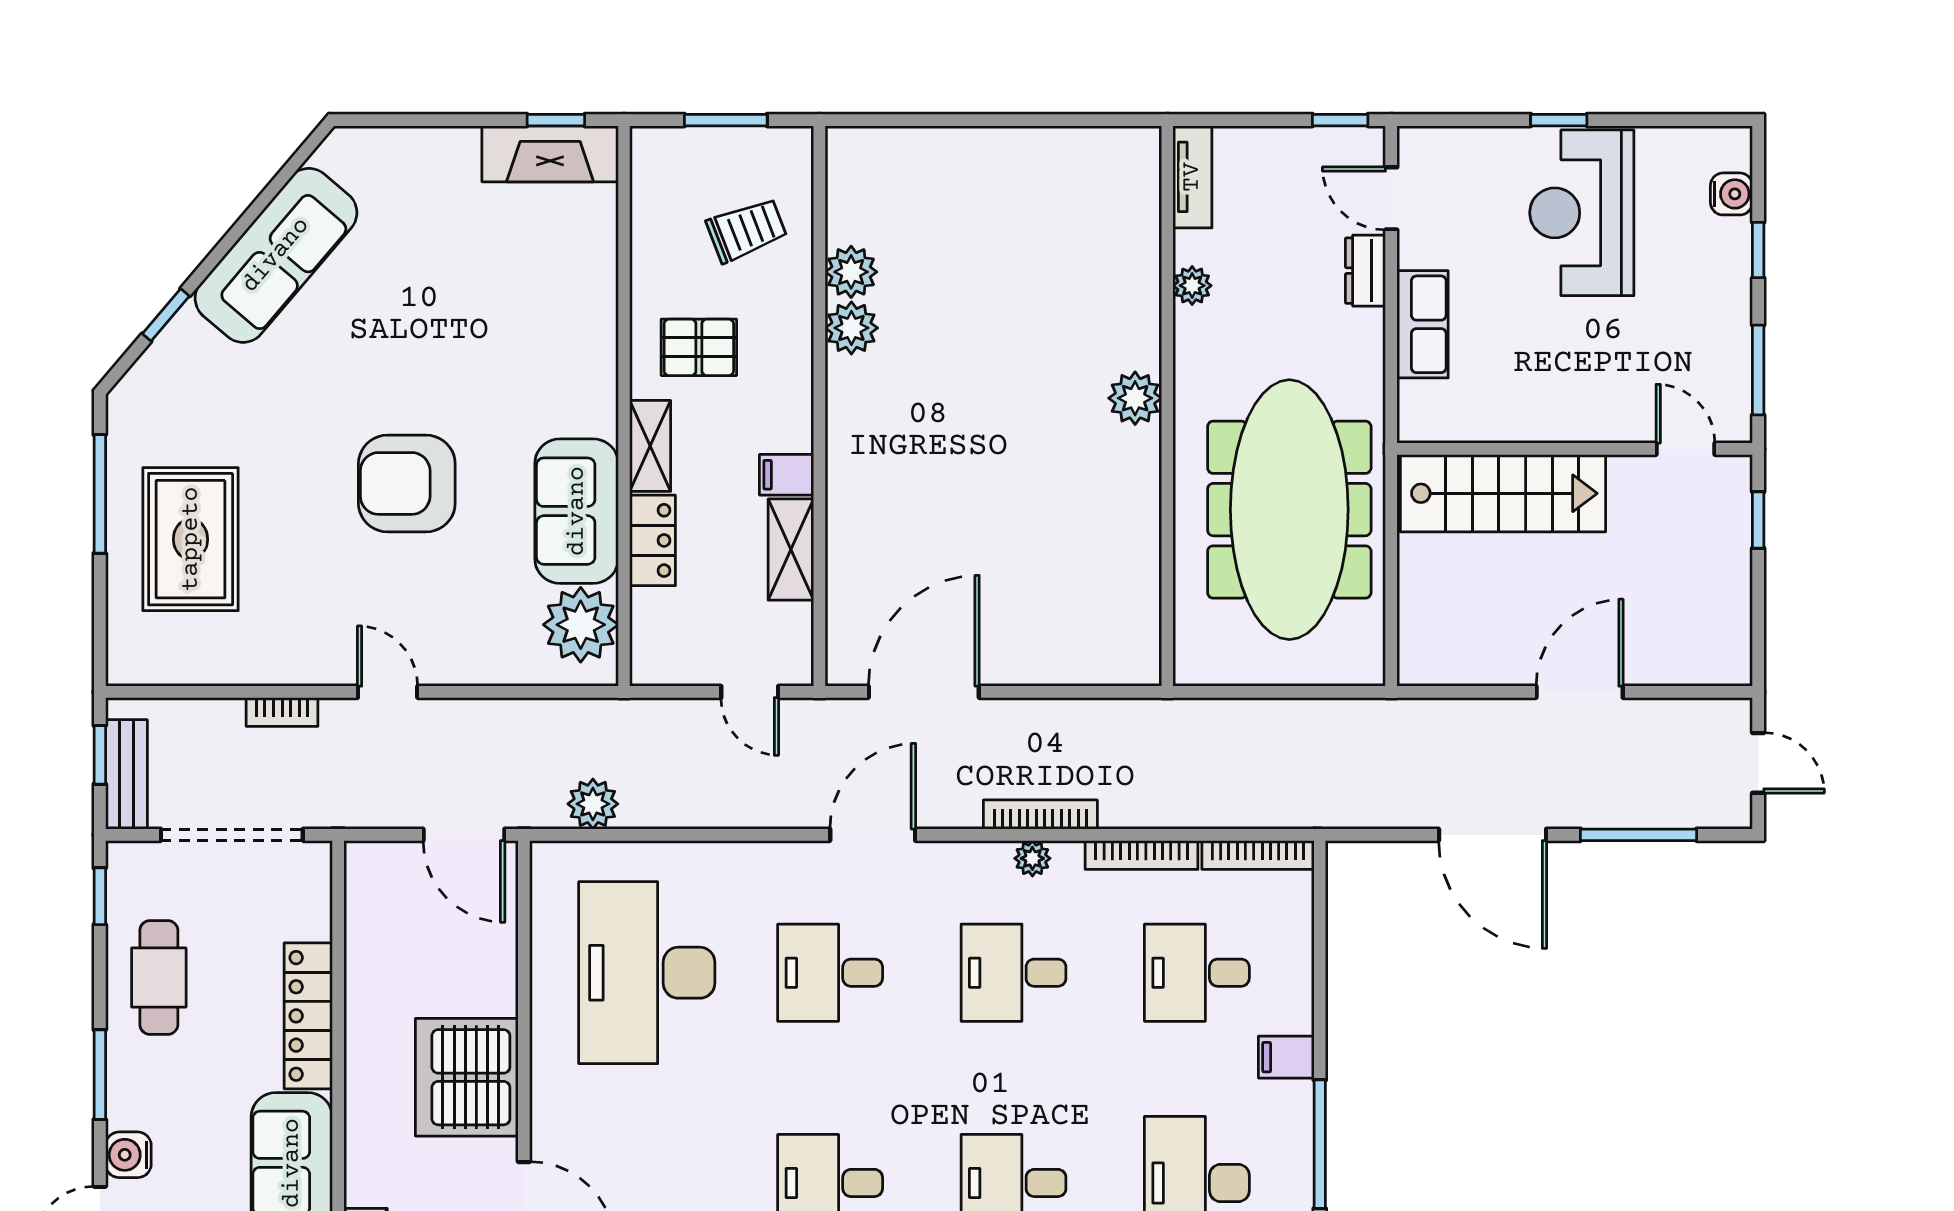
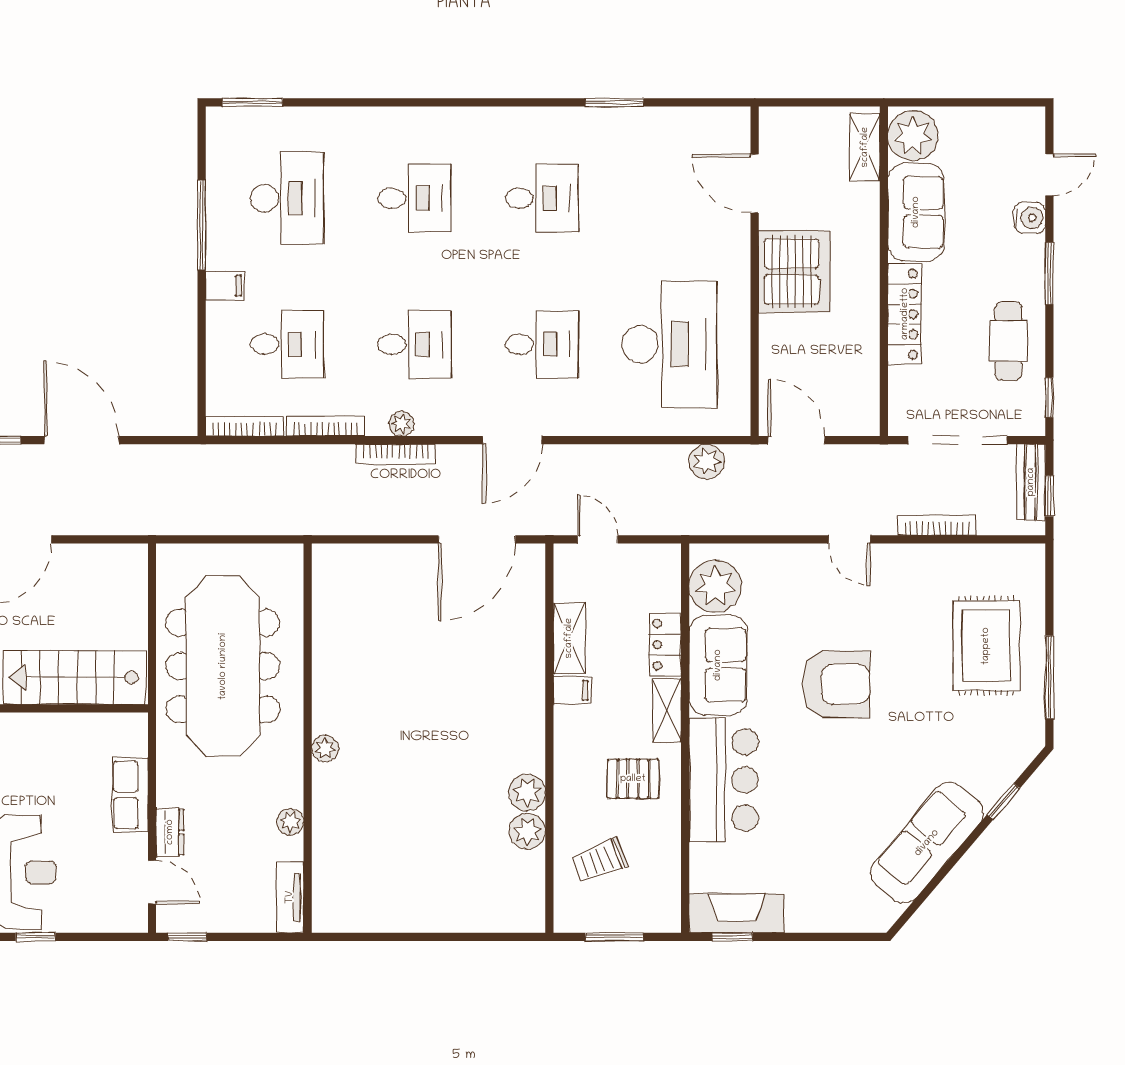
bar counter: (569, 346) -> (724, 780), added
plant: (1135, 398) -> (325, 749), width x0.73, depth x0.73
bookcase: (282, 712) -> (937, 525), width x1.56

